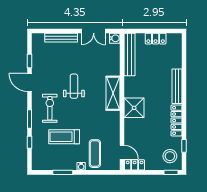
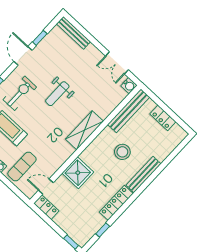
bench: (61, 38) -> (74, 33), moved
weight bench: (74, 86) -> (57, 94), turned 180
shower: (134, 108) -> (78, 173), moved
door: (122, 152) -> (46, 187), swing flipped
stool: (170, 156) -> (122, 152), moved

